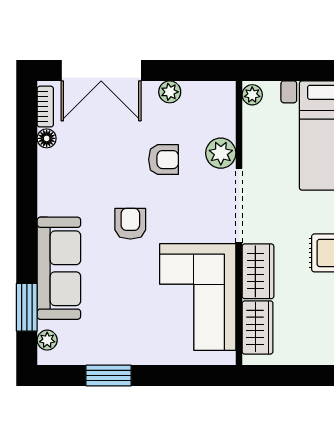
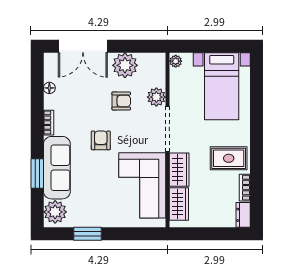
plant: (170, 92) -> (125, 65), width x1.88, depth x1.88
bookcase: (45, 107) -> (49, 123), moved
window: (27, 307) -> (37, 174), moved
plant: (47, 340) -> (55, 212), width x1.88, depth x1.88

